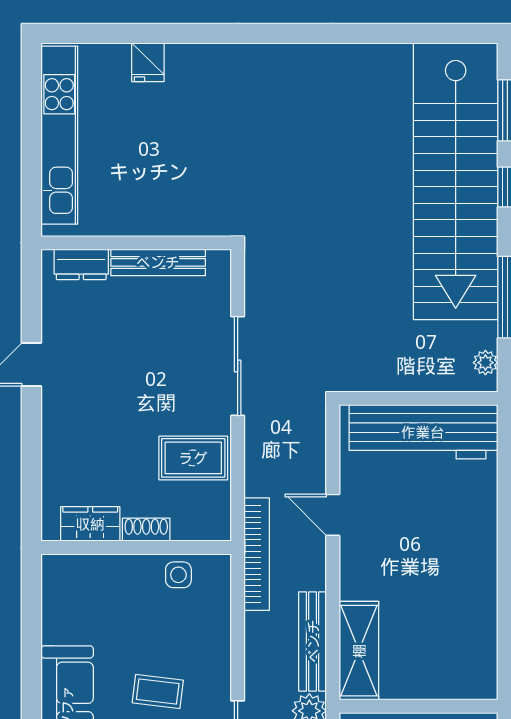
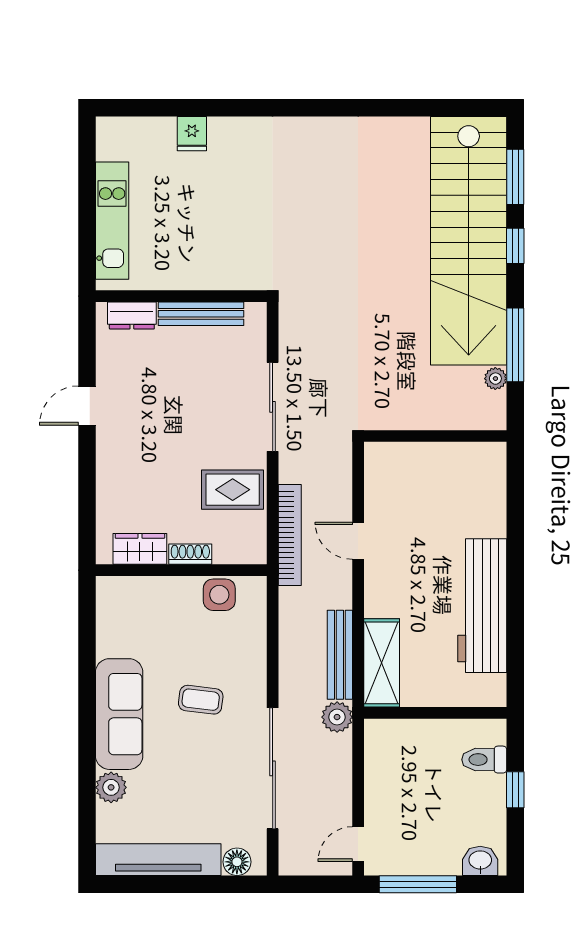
kitchen unit: (59, 135) -> (112, 221), width x0.73
plant: (485, 363) -> (495, 379), moved
workbench: (423, 432) -> (482, 606), moved, turned 90
bookcase: (257, 554) -> (290, 535), moved
side table: (178, 575) -> (219, 595), width x1.37, depth x1.37

